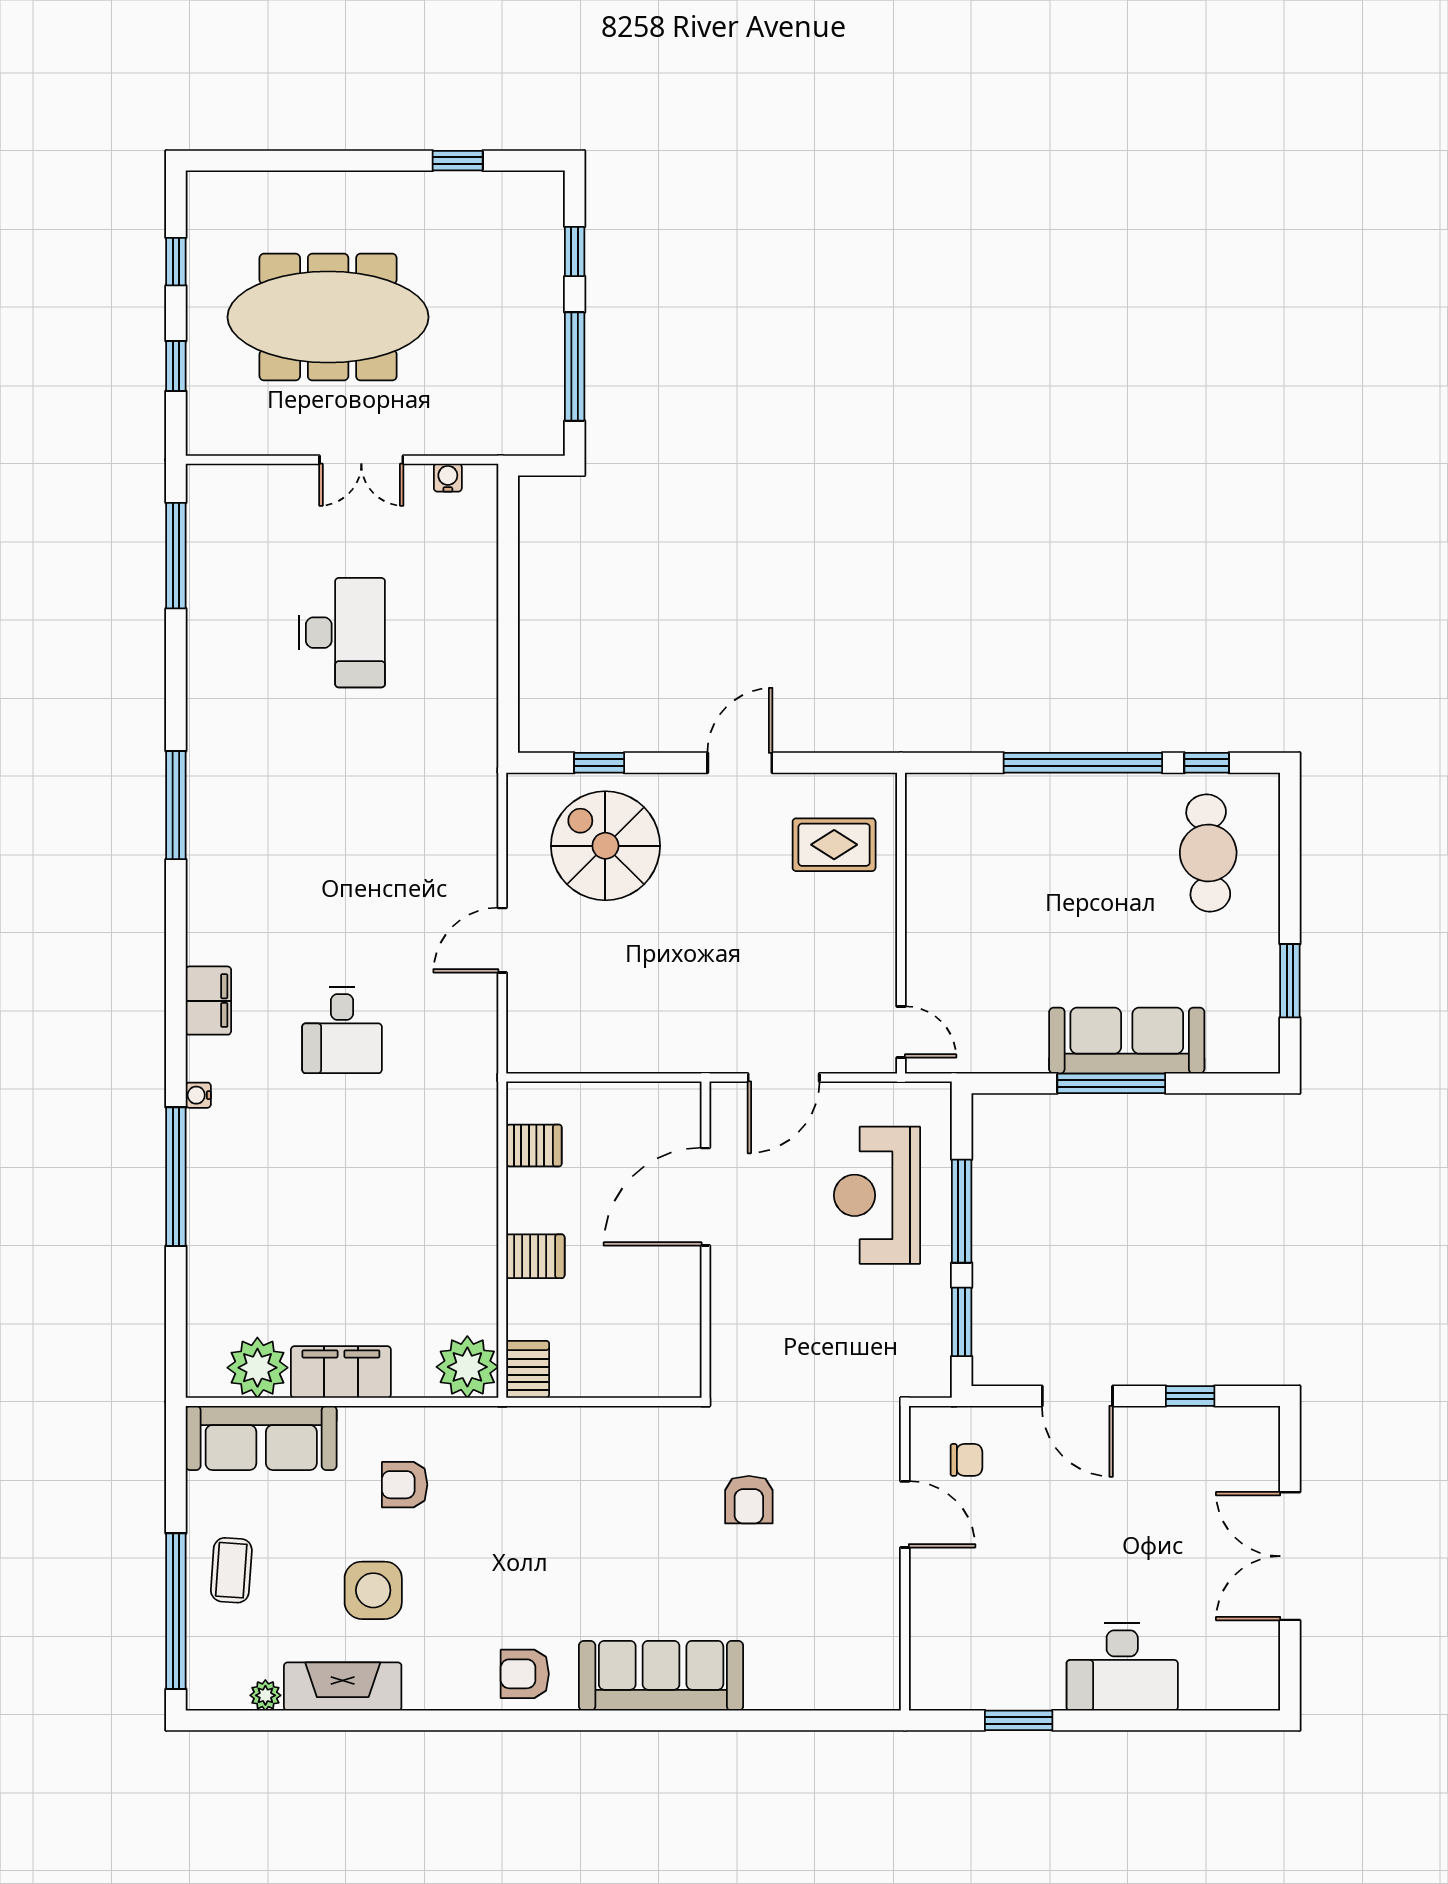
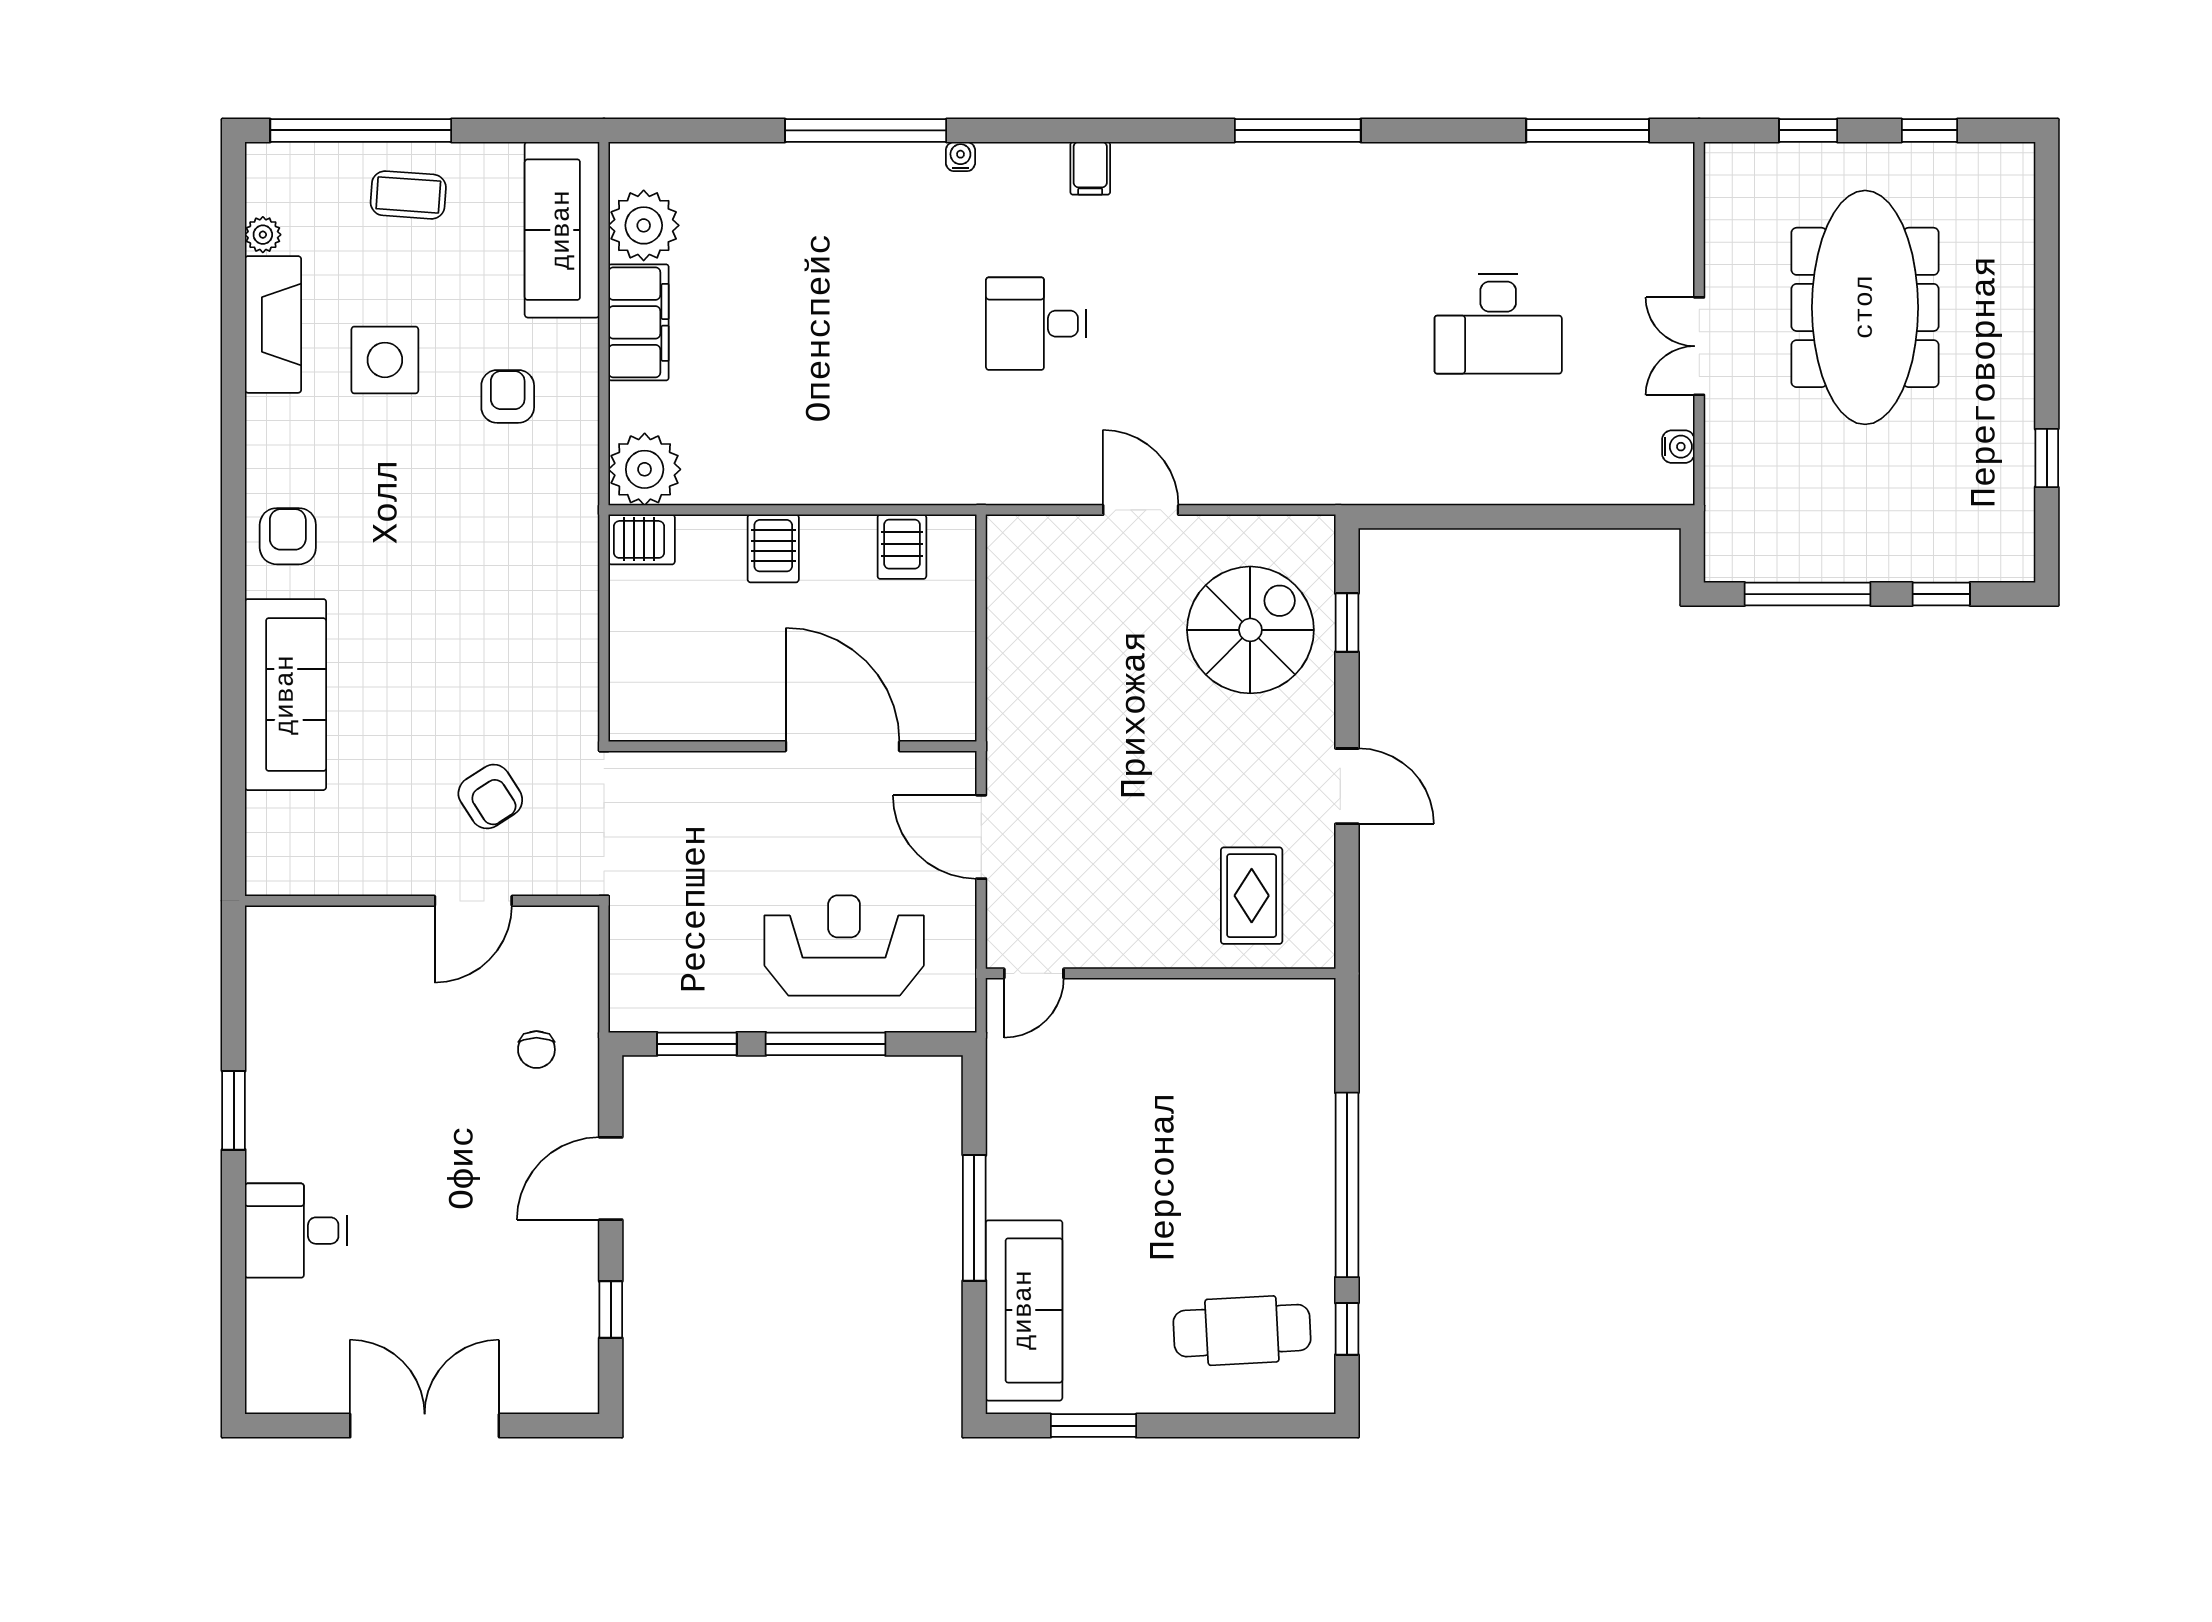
filing cabinet: (208, 1001) -> (1090, 168), width x0.50
sofa: (1127, 1041) -> (1024, 1310), moved
armchair: (749, 1500) -> (490, 797), turned -123
door: (905, 1514) -> (473, 901), moved
wall: (905, 1558) -> (422, 901), moved
desk: (1122, 1667) -> (296, 1231), width x0.73

